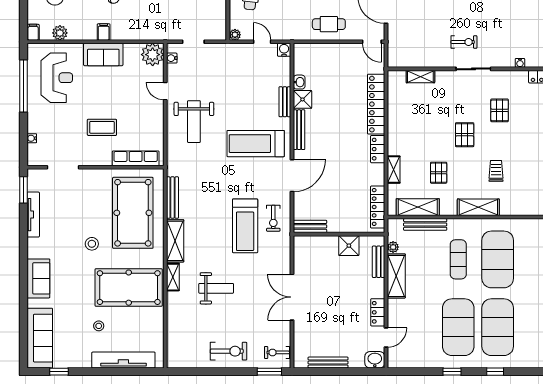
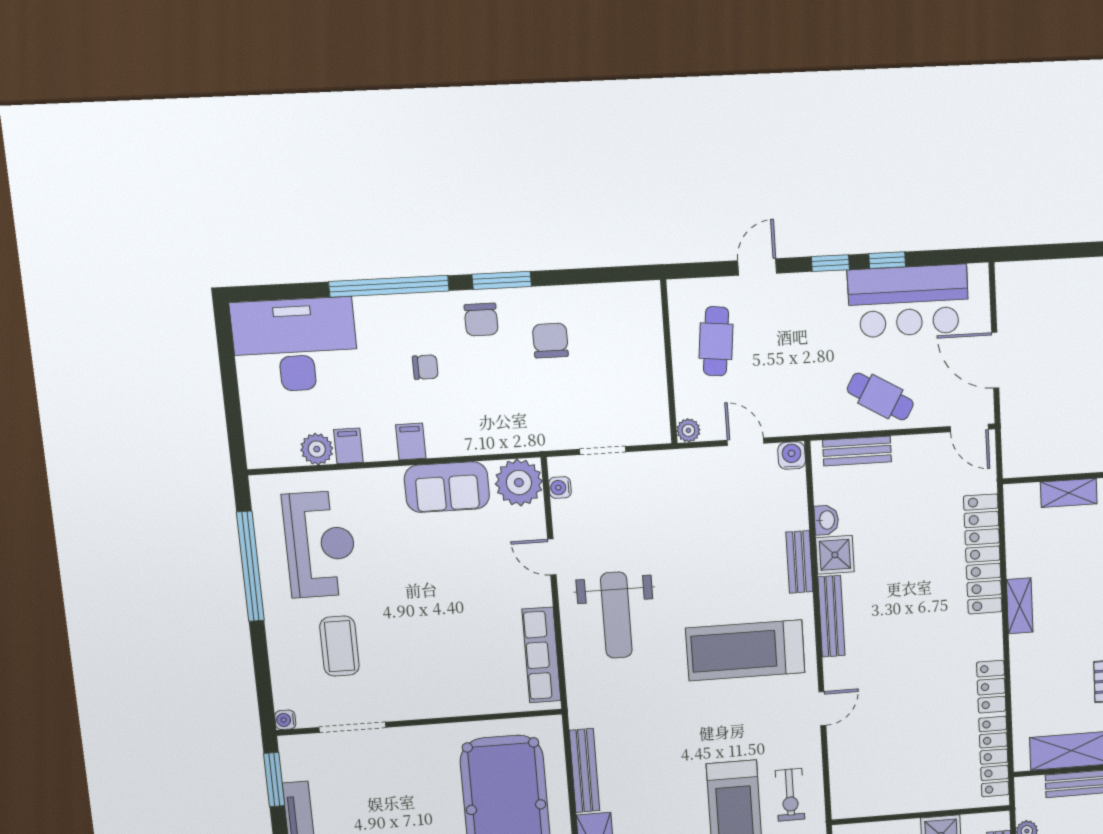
cafe table: (329, 24) -> (880, 397), turned 30
filing cabinet: (33, 32) -> (348, 446), moved
sofa: (103, 55) -> (447, 487), moved
coffee table: (102, 127) -> (339, 646), moved, turned 90
water cooler: (32, 138) -> (285, 720), moved
locker: (378, 149) -> (991, 687), moved
row of seats: (136, 158) -> (541, 655), moved, turned -90
shelving: (394, 170) -> (1020, 606), moved
door: (292, 176) -> (822, 709), width x0.53
bench: (310, 226) -> (857, 451), moved

